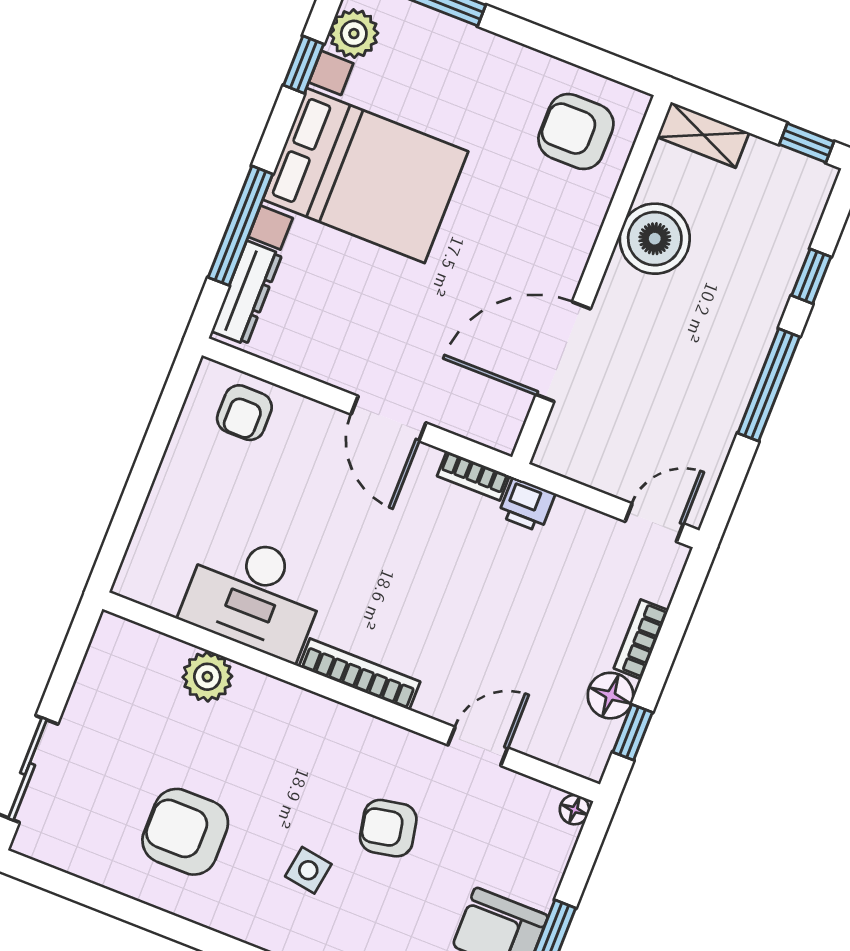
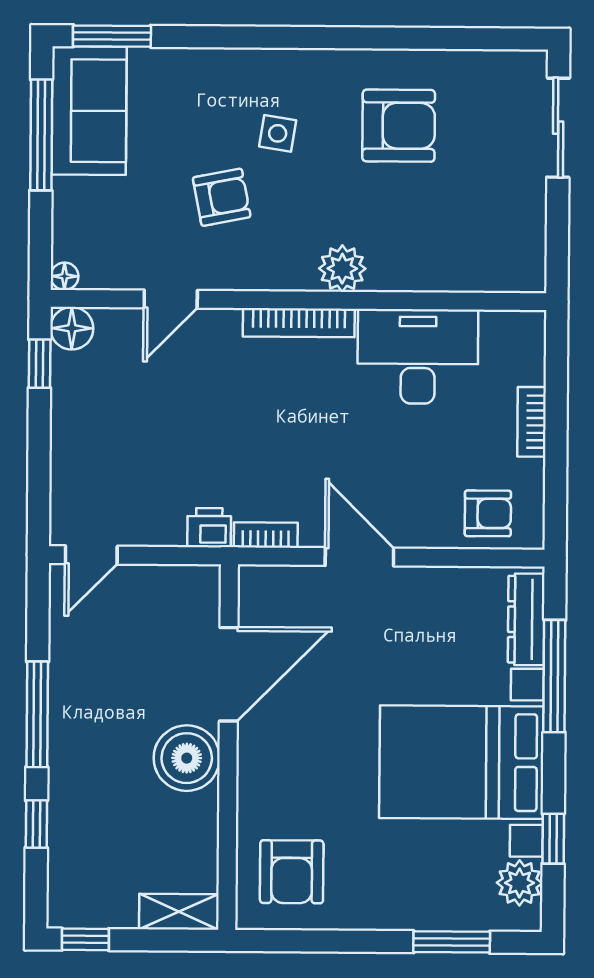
armchair: (576, 132) -> (292, 872), turned 90
boiler: (655, 239) -> (187, 758), moved
armchair: (244, 413) -> (488, 513), turned 90
bookcase: (641, 639) -> (532, 422), moved, turned 180
plant: (207, 677) -> (342, 269), moved
floor lamp: (610, 696) -> (72, 328), moved

